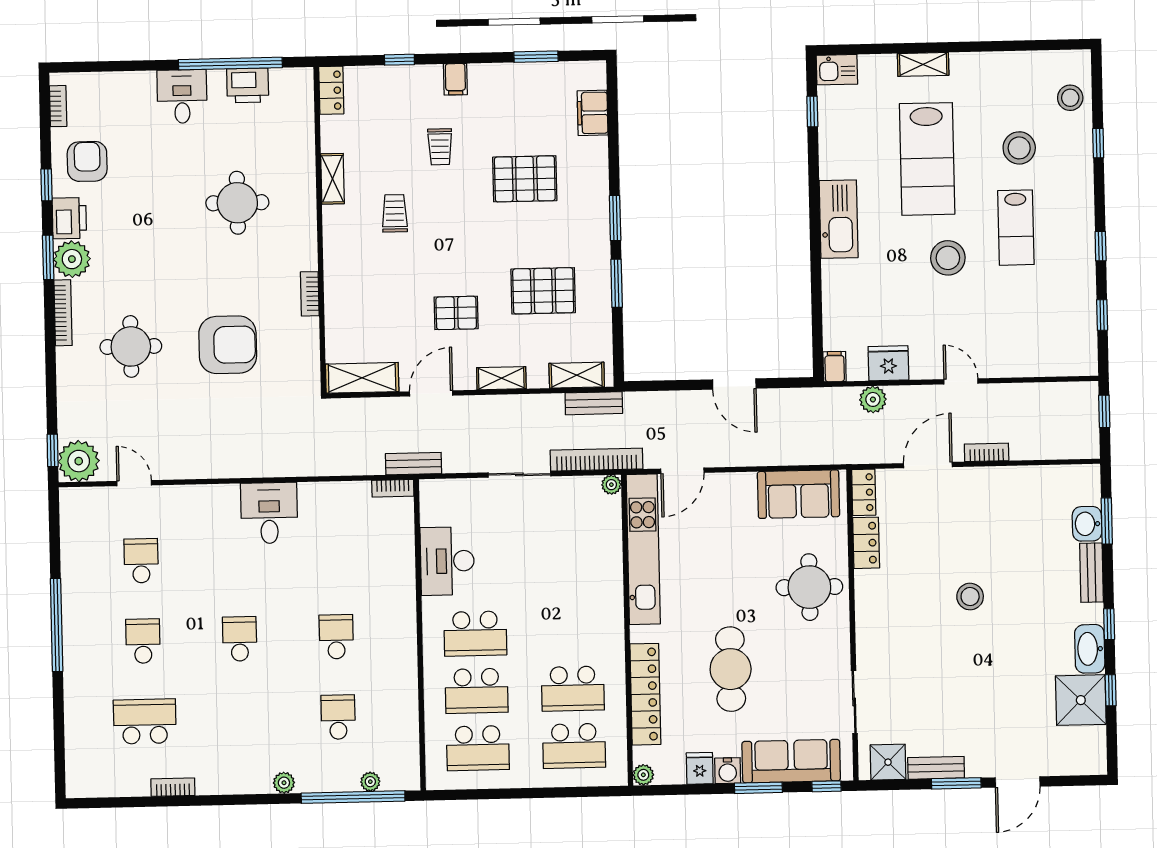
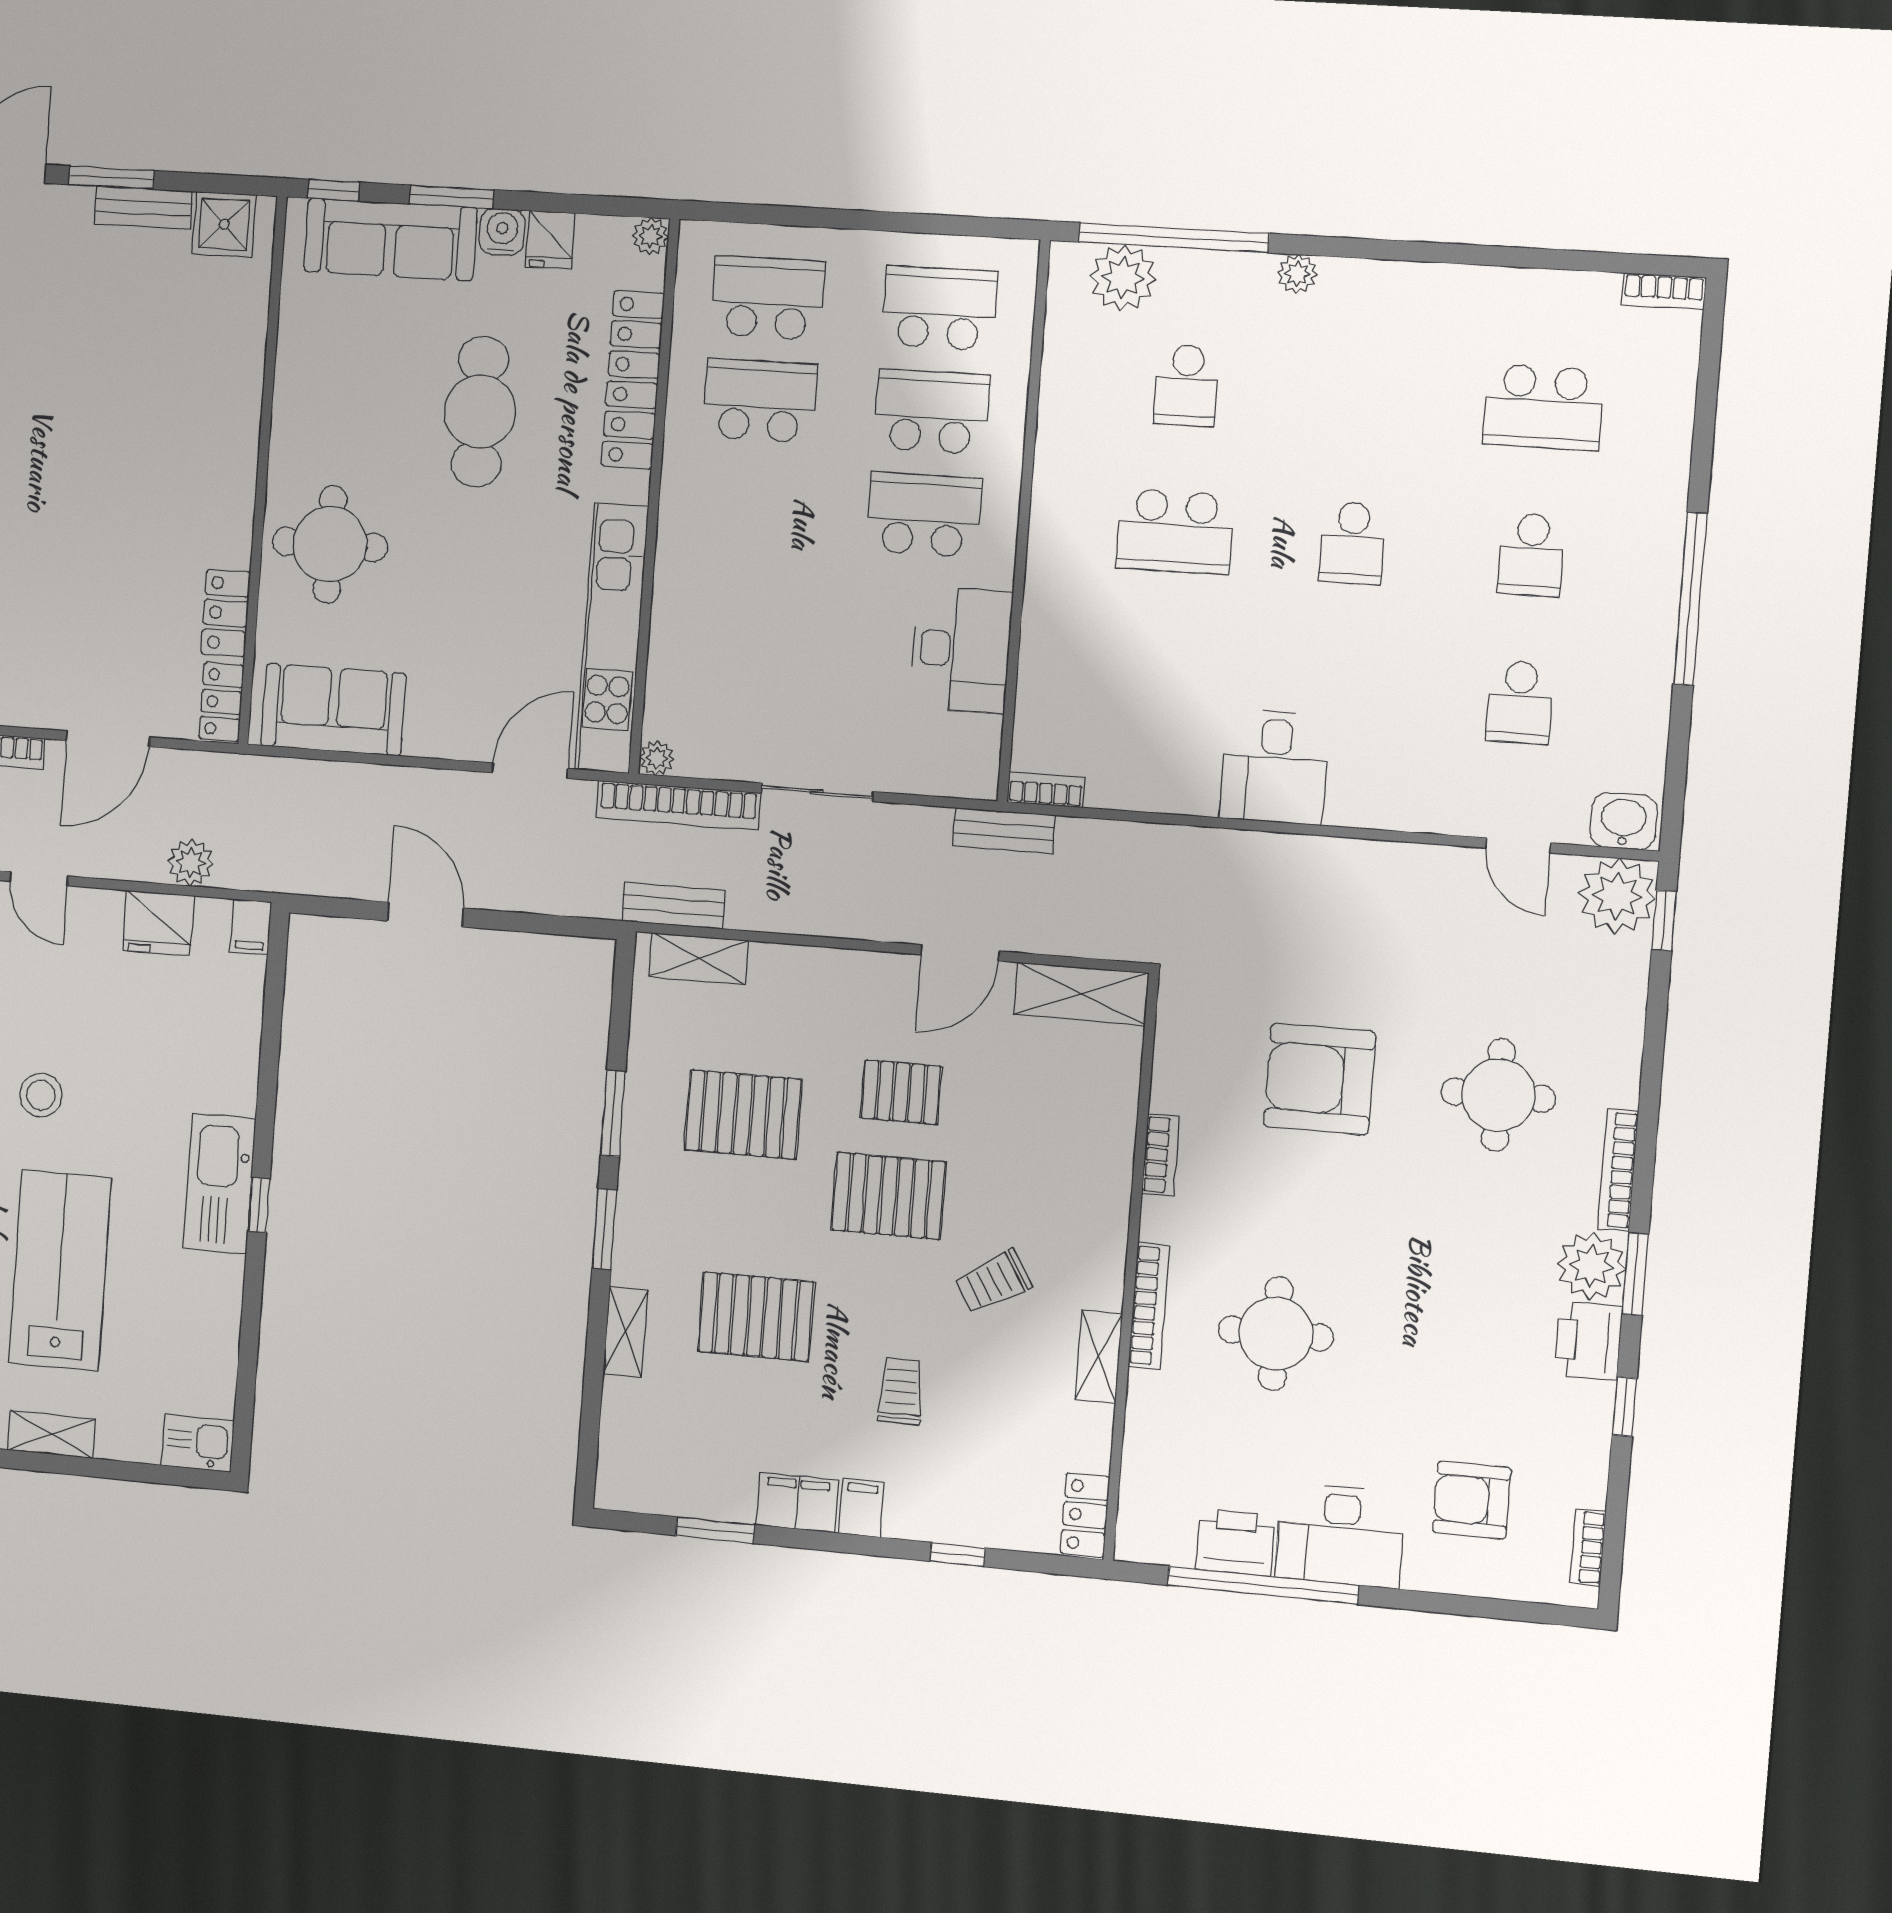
desk: (182, 96) -> (1340, 1535), width x1.37
window: (812, 112) -> (259, 1205), moved
filing cabinet: (593, 113) -> (797, 1503), moved, turned -90
armchair: (87, 161) -> (1472, 1500), moved, turned 90
bookcase: (308, 210) -> (1149, 1306), added
trolley: (395, 213) -> (993, 1282), turned 59
pallet: (457, 254) -> (889, 1196), added
stool: (948, 258) -> (41, 1095), width x0.73, depth x0.73
shelving: (501, 378) -> (625, 1332), moved, turned 90
washbasin: (79, 502) -> (1624, 821), added
stool: (970, 597) -> (58, 503), removed
school desk: (336, 637) -> (1175, 531), width x1.85
sliding door: (854, 702) -> (272, 335), removed
plant: (370, 782) -> (1123, 278), width x1.88, depth x1.88
bookcase: (173, 787) -> (1664, 291), moved

